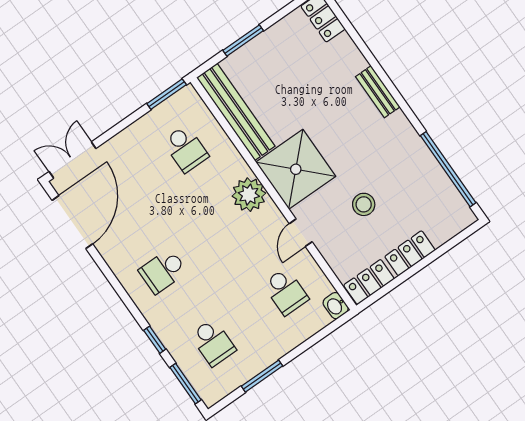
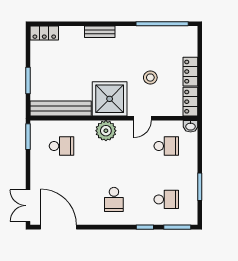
door: (301, 233) -> (143, 118), hinge flipped

